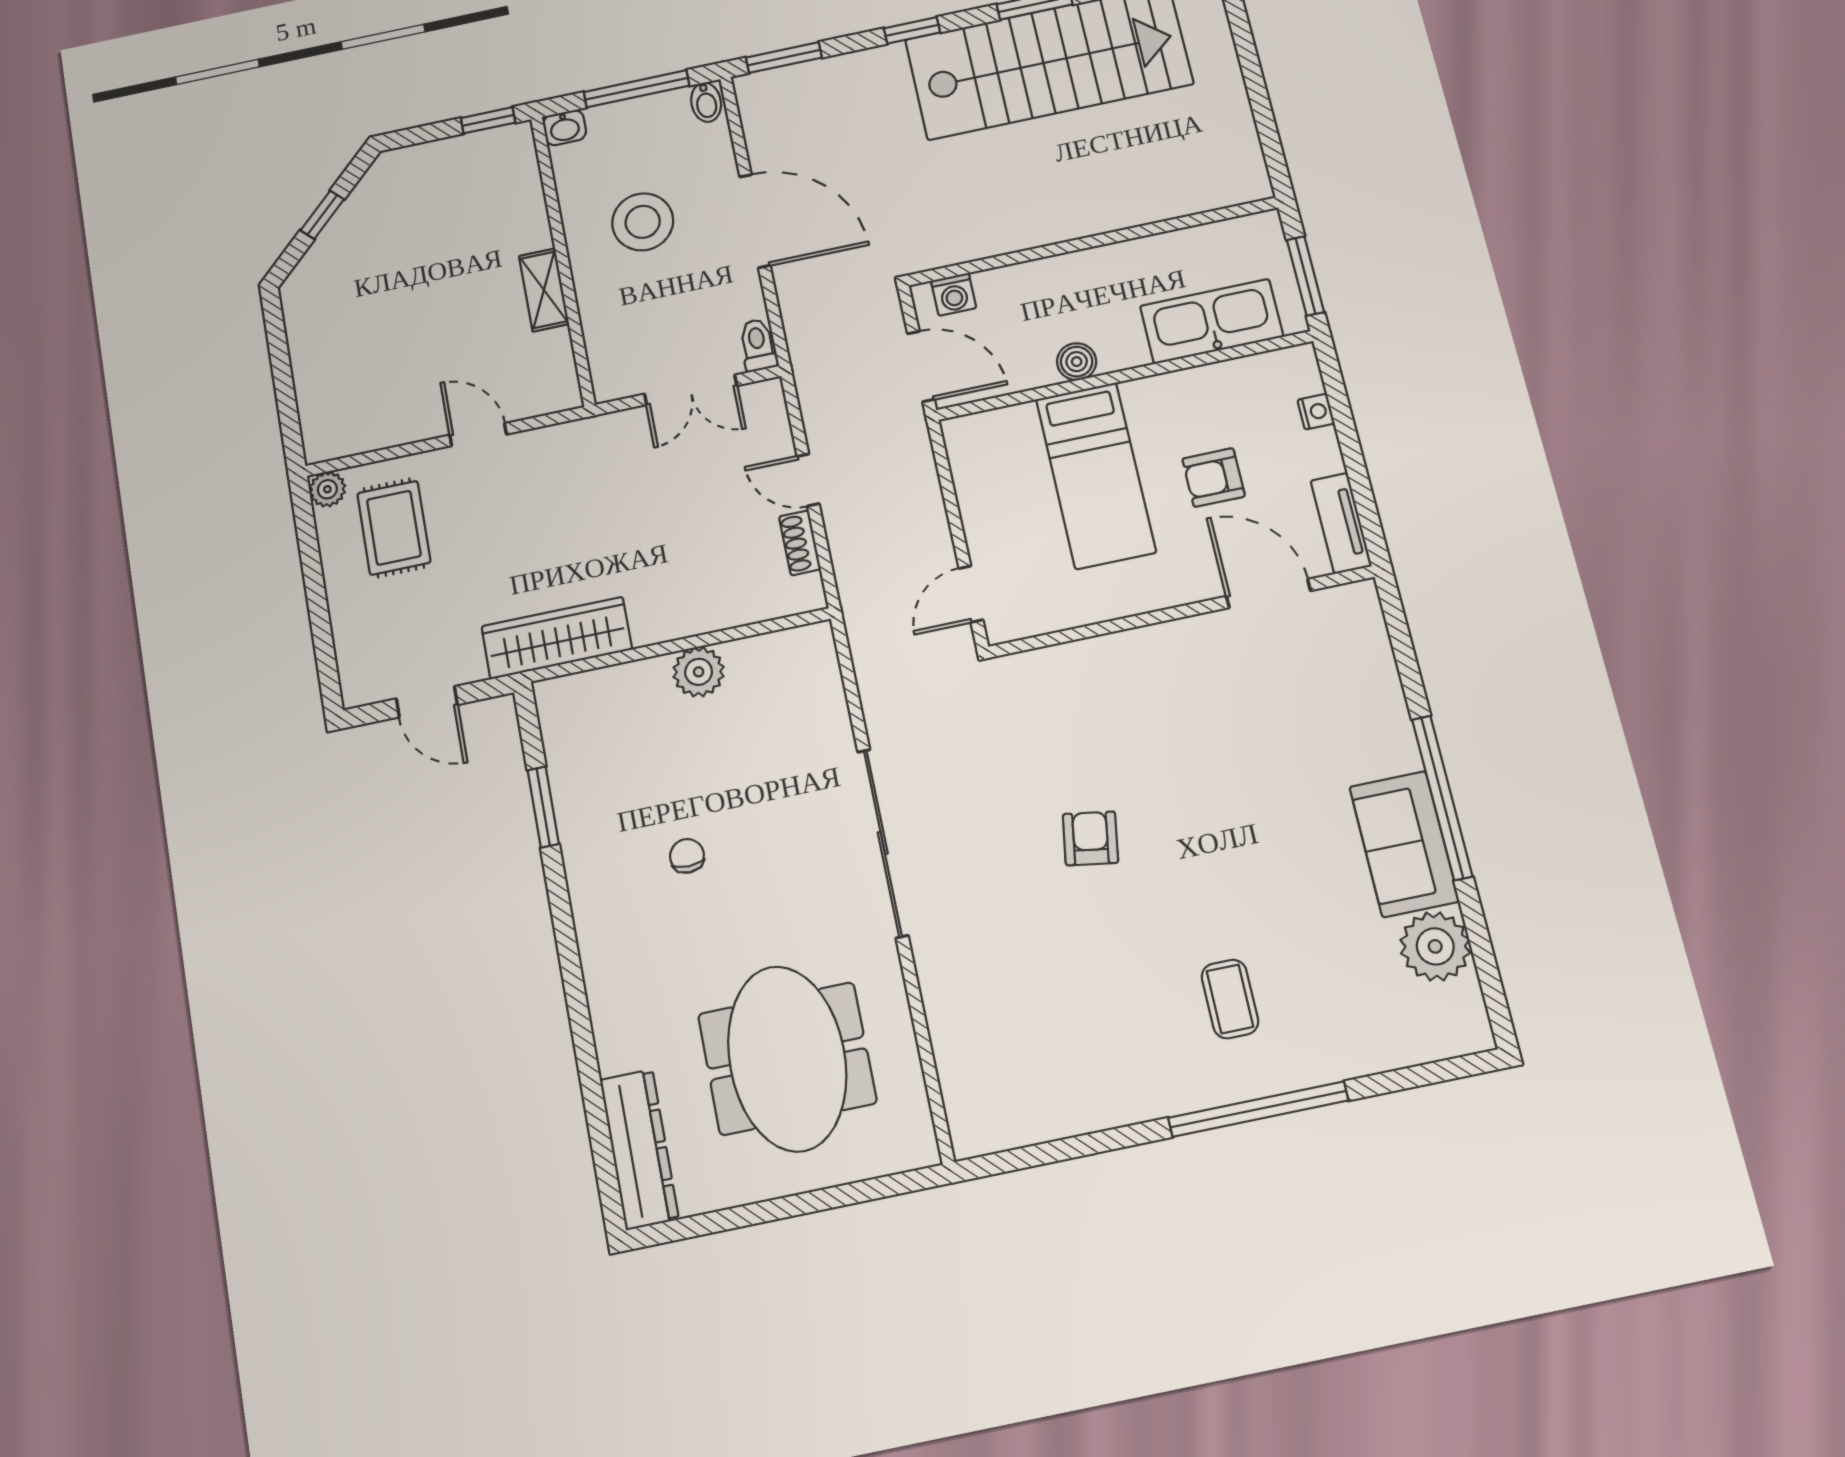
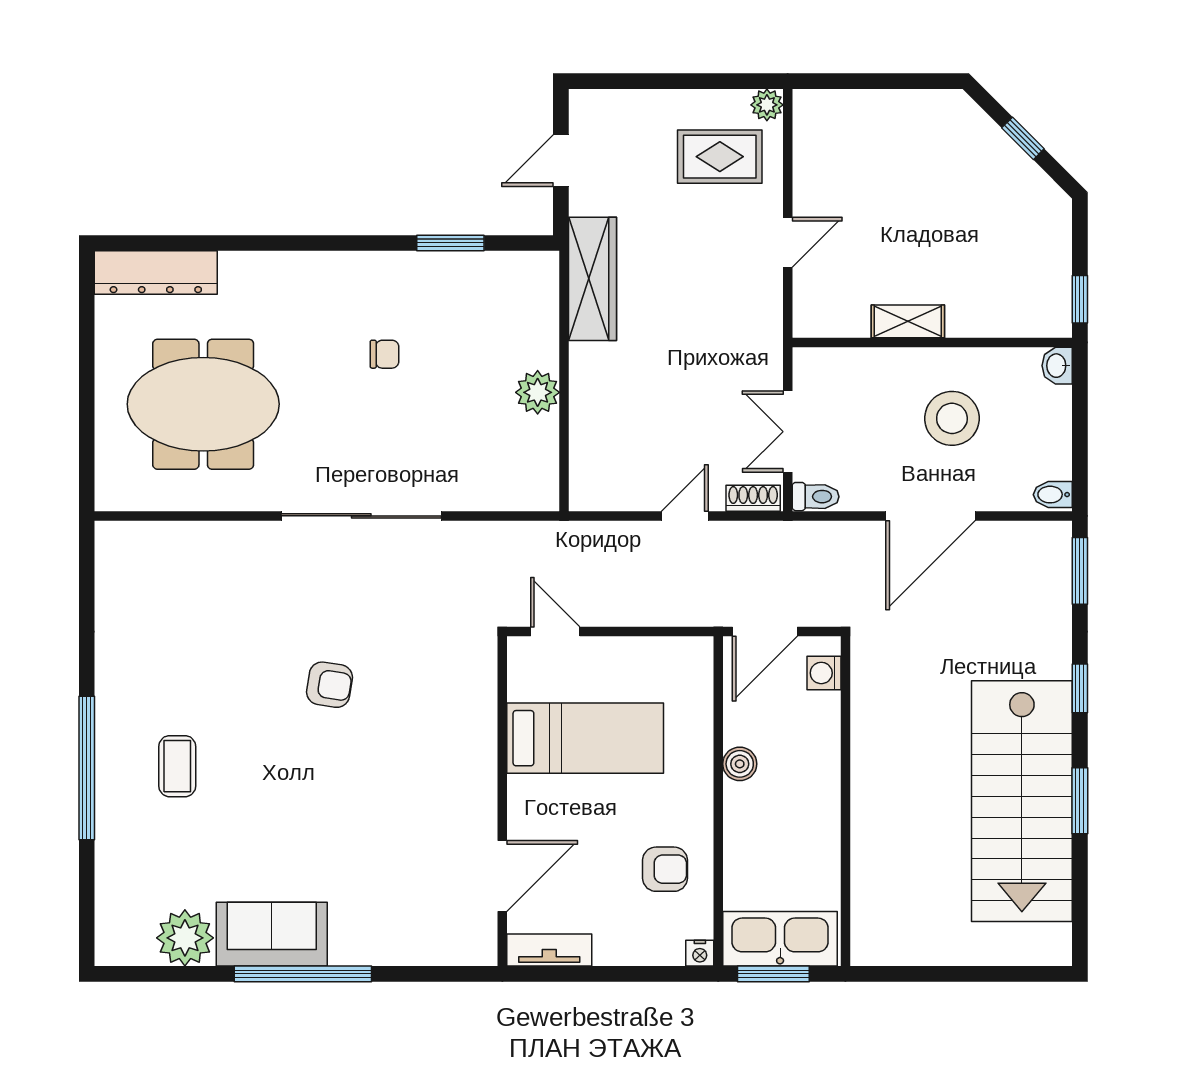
window: (637, 89) -> (1080, 436), removed
kitchen sink: (1212, 321) -> (780, 939), moved, turned -90
nightstand: (1316, 412) -> (700, 953), moved
bed: (1096, 475) -> (585, 738), moved, turned 180
armchair: (1214, 478) -> (665, 869), moved, turned 90
shoe rack: (800, 543) -> (753, 498), moved
coffee table: (1230, 999) -> (177, 766), turned 90

